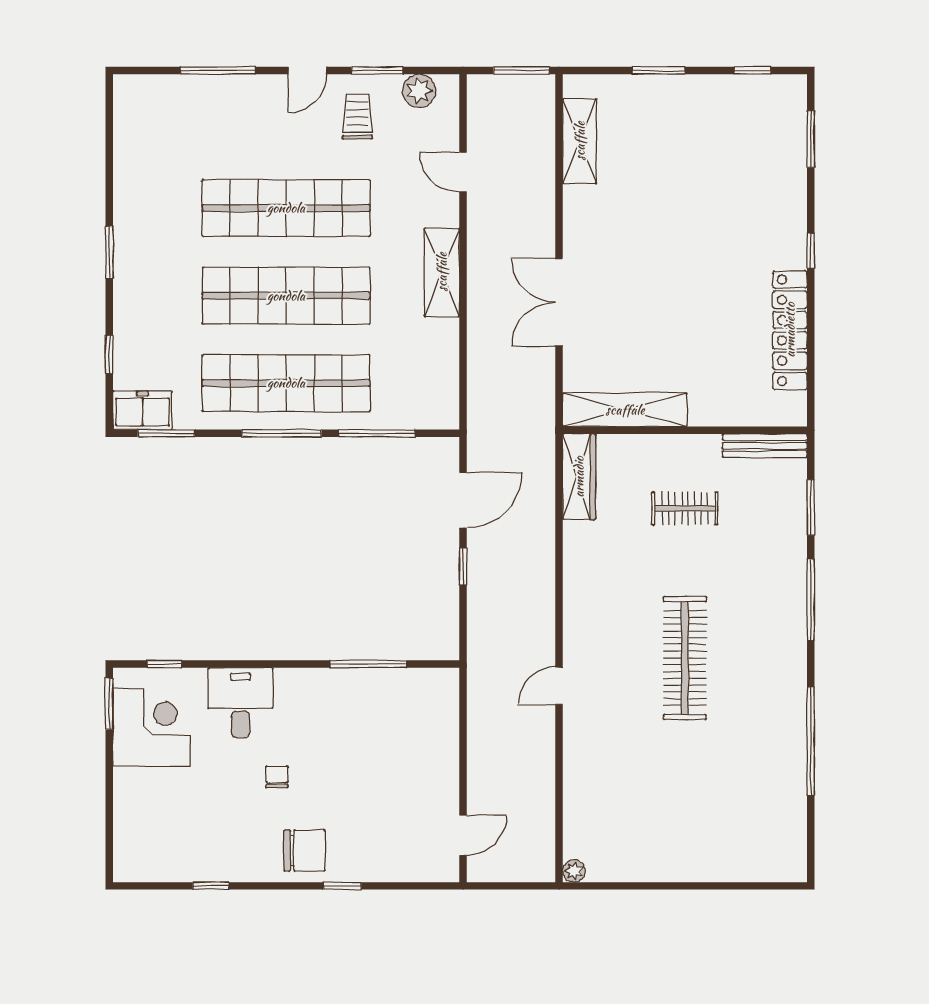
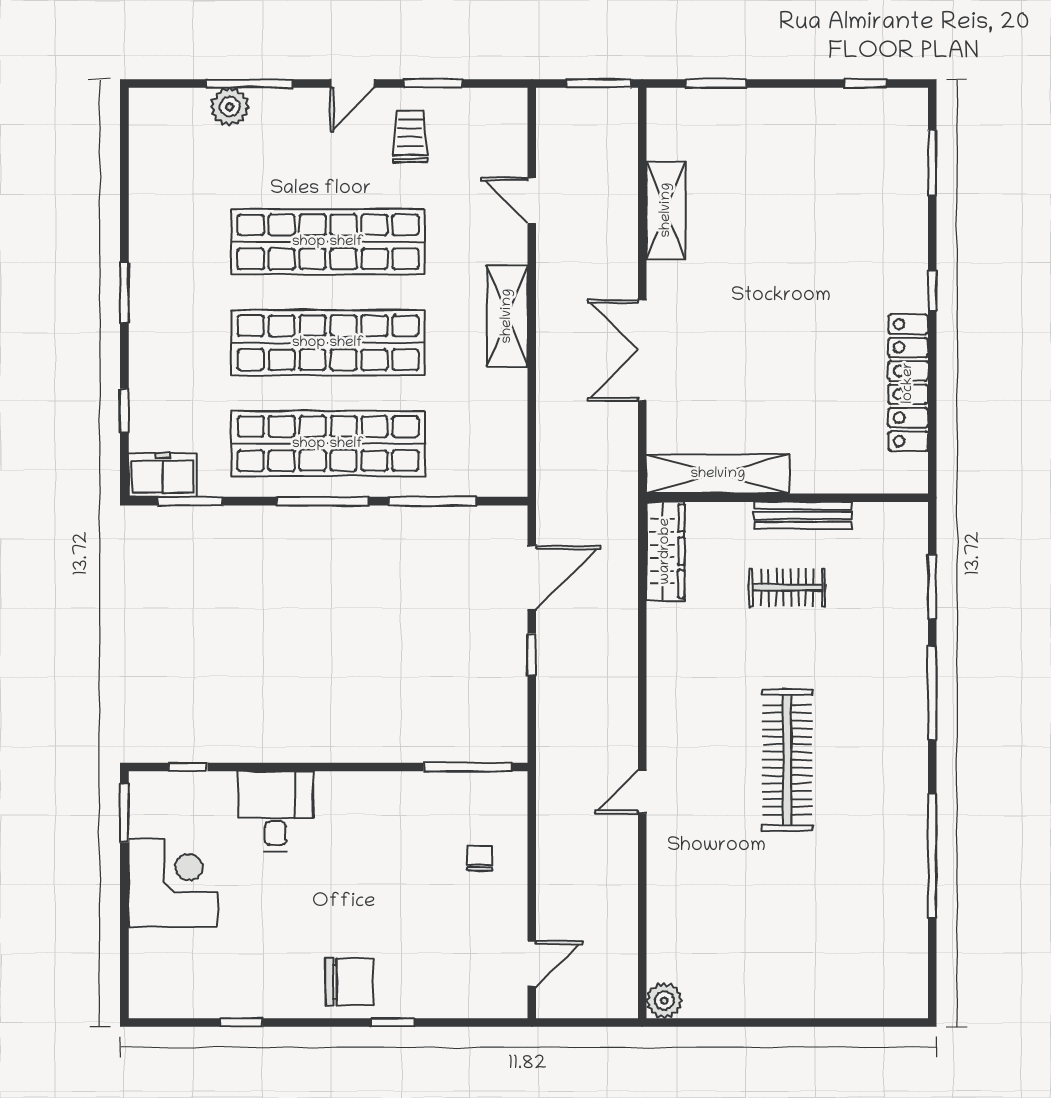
window: (659, 70) -> (716, 83), moved
plant: (419, 91) -> (230, 107), moved
shelving: (580, 141) -> (666, 210), moved
bench: (765, 446) -> (803, 516), moved
window: (368, 664) -> (468, 767), moved
corner desk: (151, 728) -> (173, 883), moved
chair: (277, 777) -> (480, 858), moved
plant: (574, 871) -> (664, 1000), width x1.38, depth x1.38

